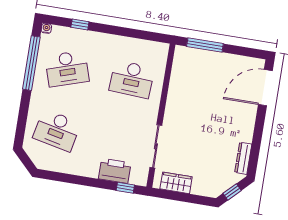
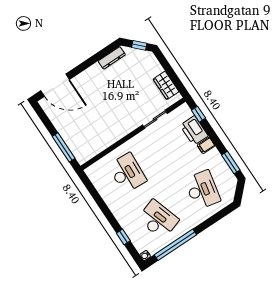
sliding door: (156, 146) -> (155, 119), width x0.73
filing cabinet: (92, 169) -> (206, 145), added
window: (58, 177) -> (231, 163), added

